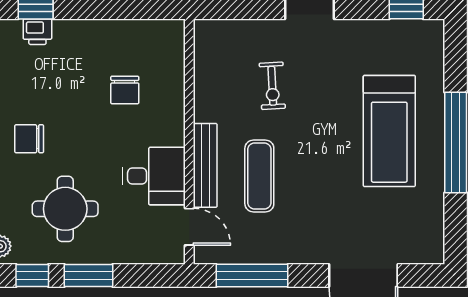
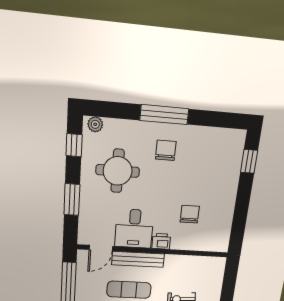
printer: (37, 32) -> (161, 241), moved, turned 90
chair: (125, 90) -> (190, 214), turned 90
window: (88, 275) -> (72, 200), moved

